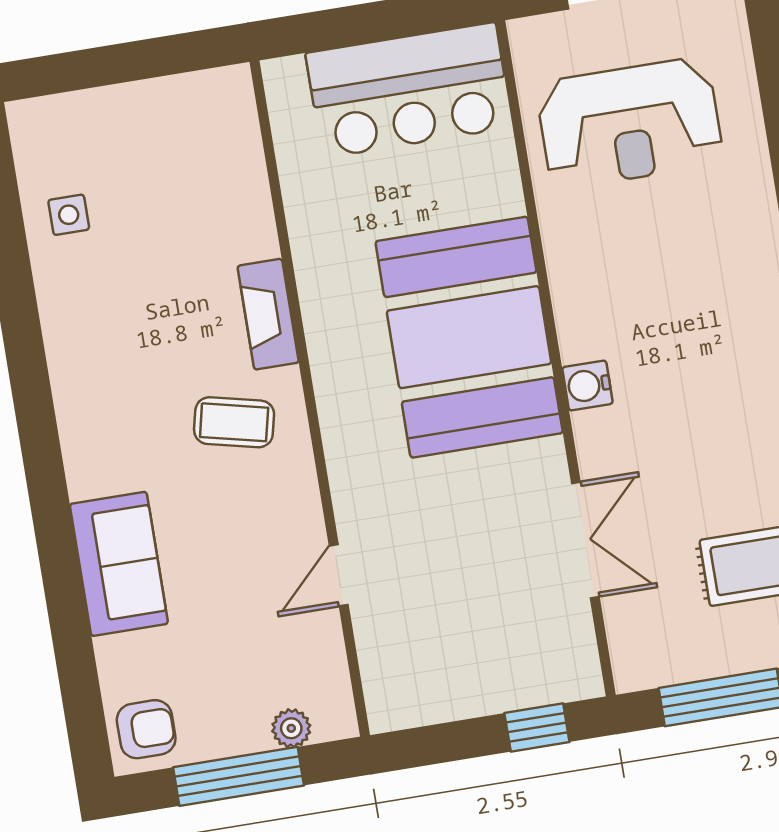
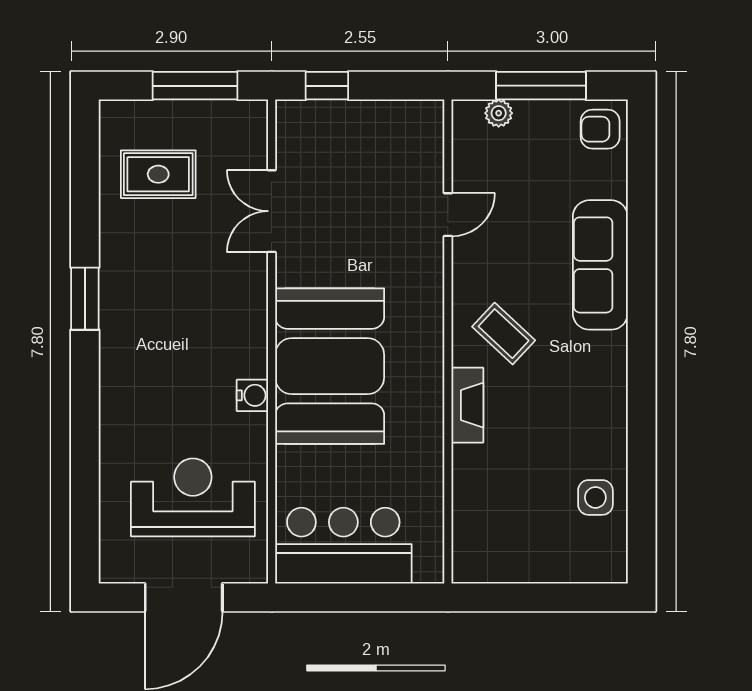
side table: (69, 215) -> (595, 497), width x1.37, depth x1.37
water cooler: (587, 385) -> (252, 395), moved
coffee table: (234, 422) -> (504, 334), turned 30
sofa: (119, 564) -> (600, 265), width x1.36

